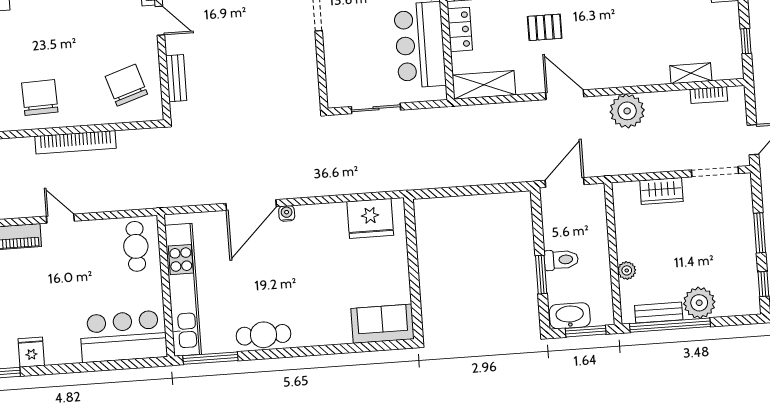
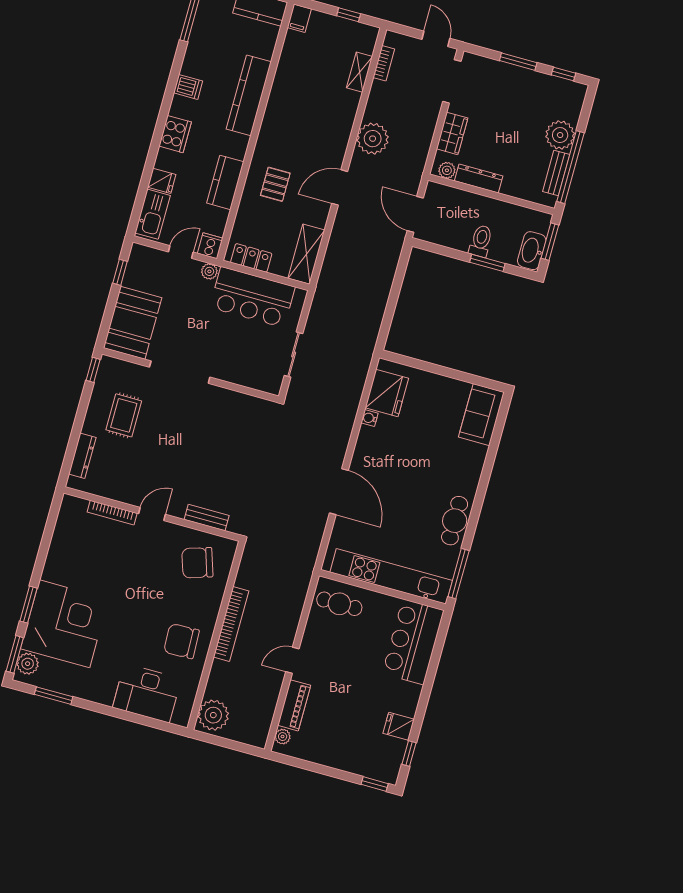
water cooler: (287, 213) -> (370, 418), moved
dresser: (625, 235) -> (479, 178), added
plant: (627, 270) -> (447, 170), moved

